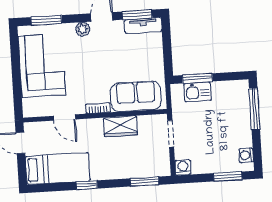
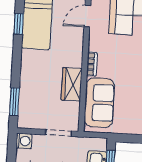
door: (64, 118) -> (87, 16), moved
window: (87, 185) -> (19, 24), moved

